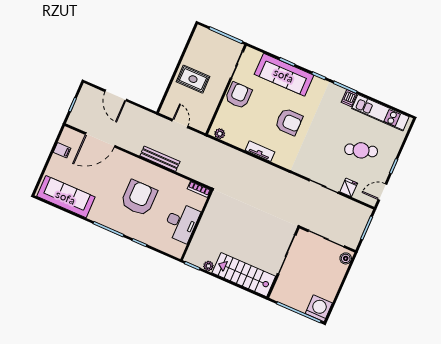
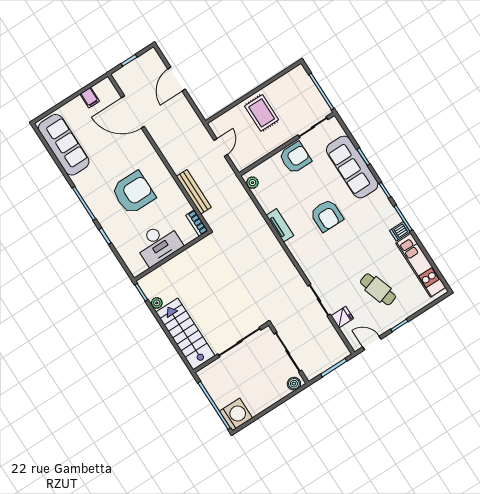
bench: (160, 159) -> (194, 192), moved

